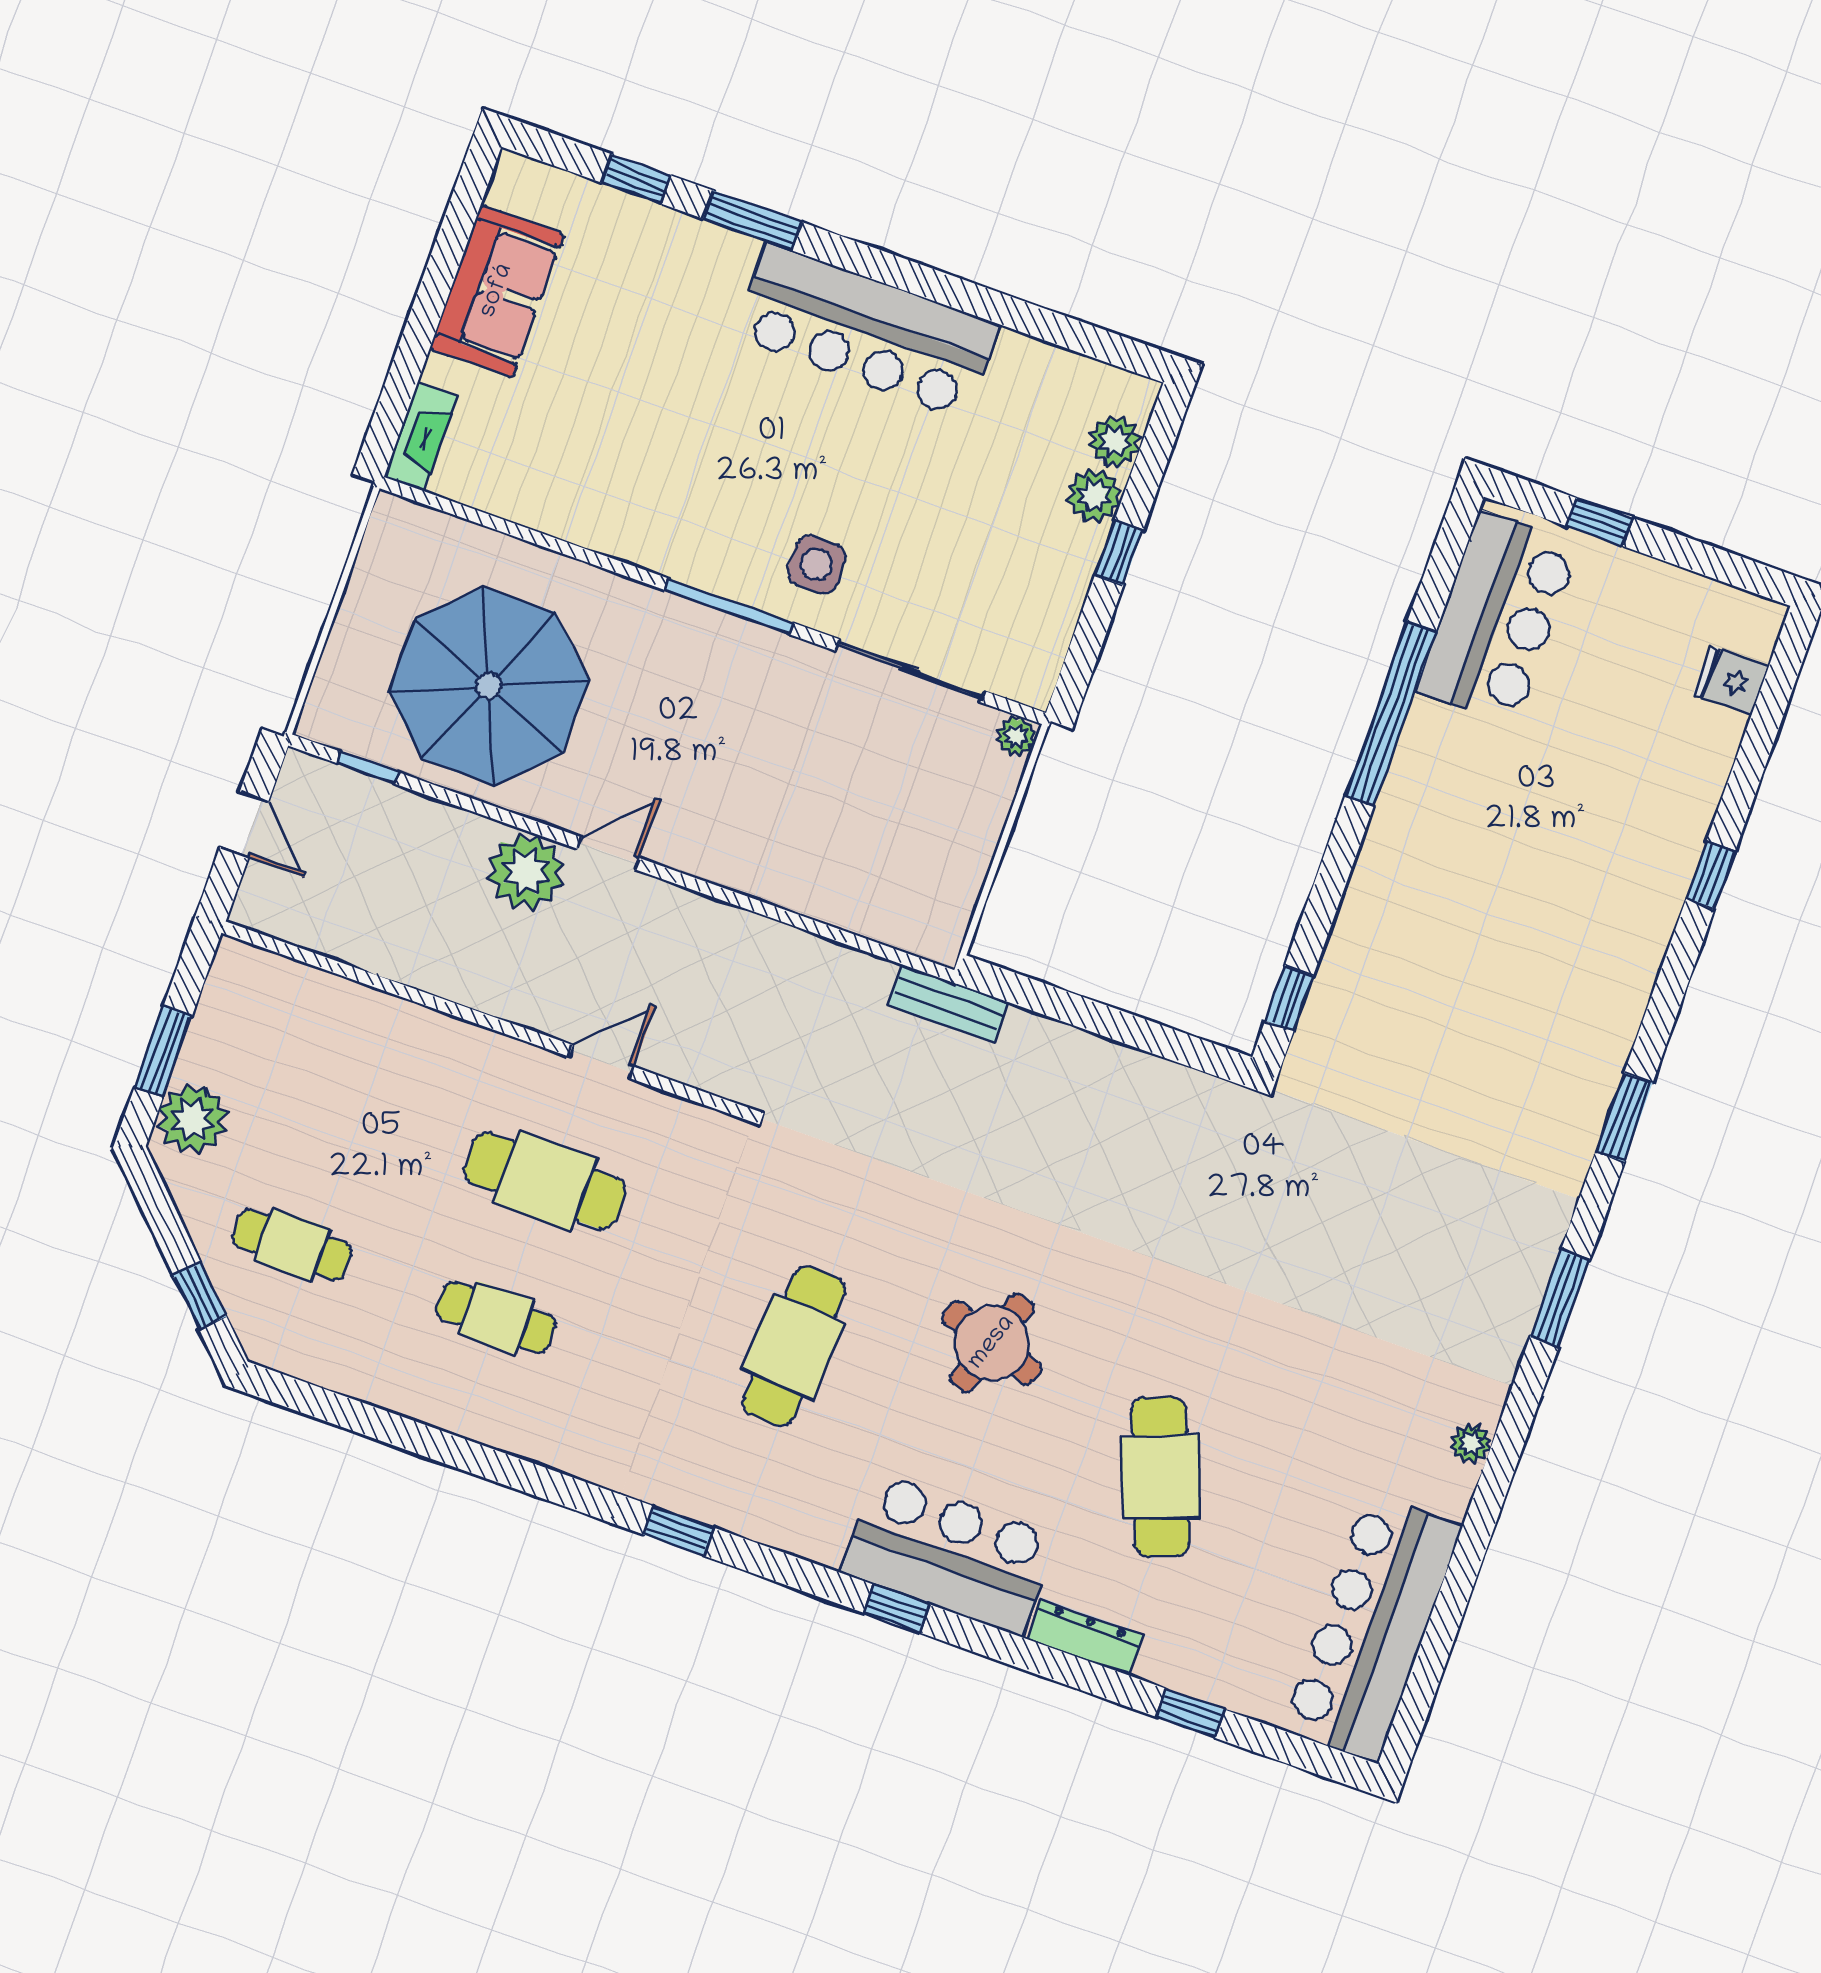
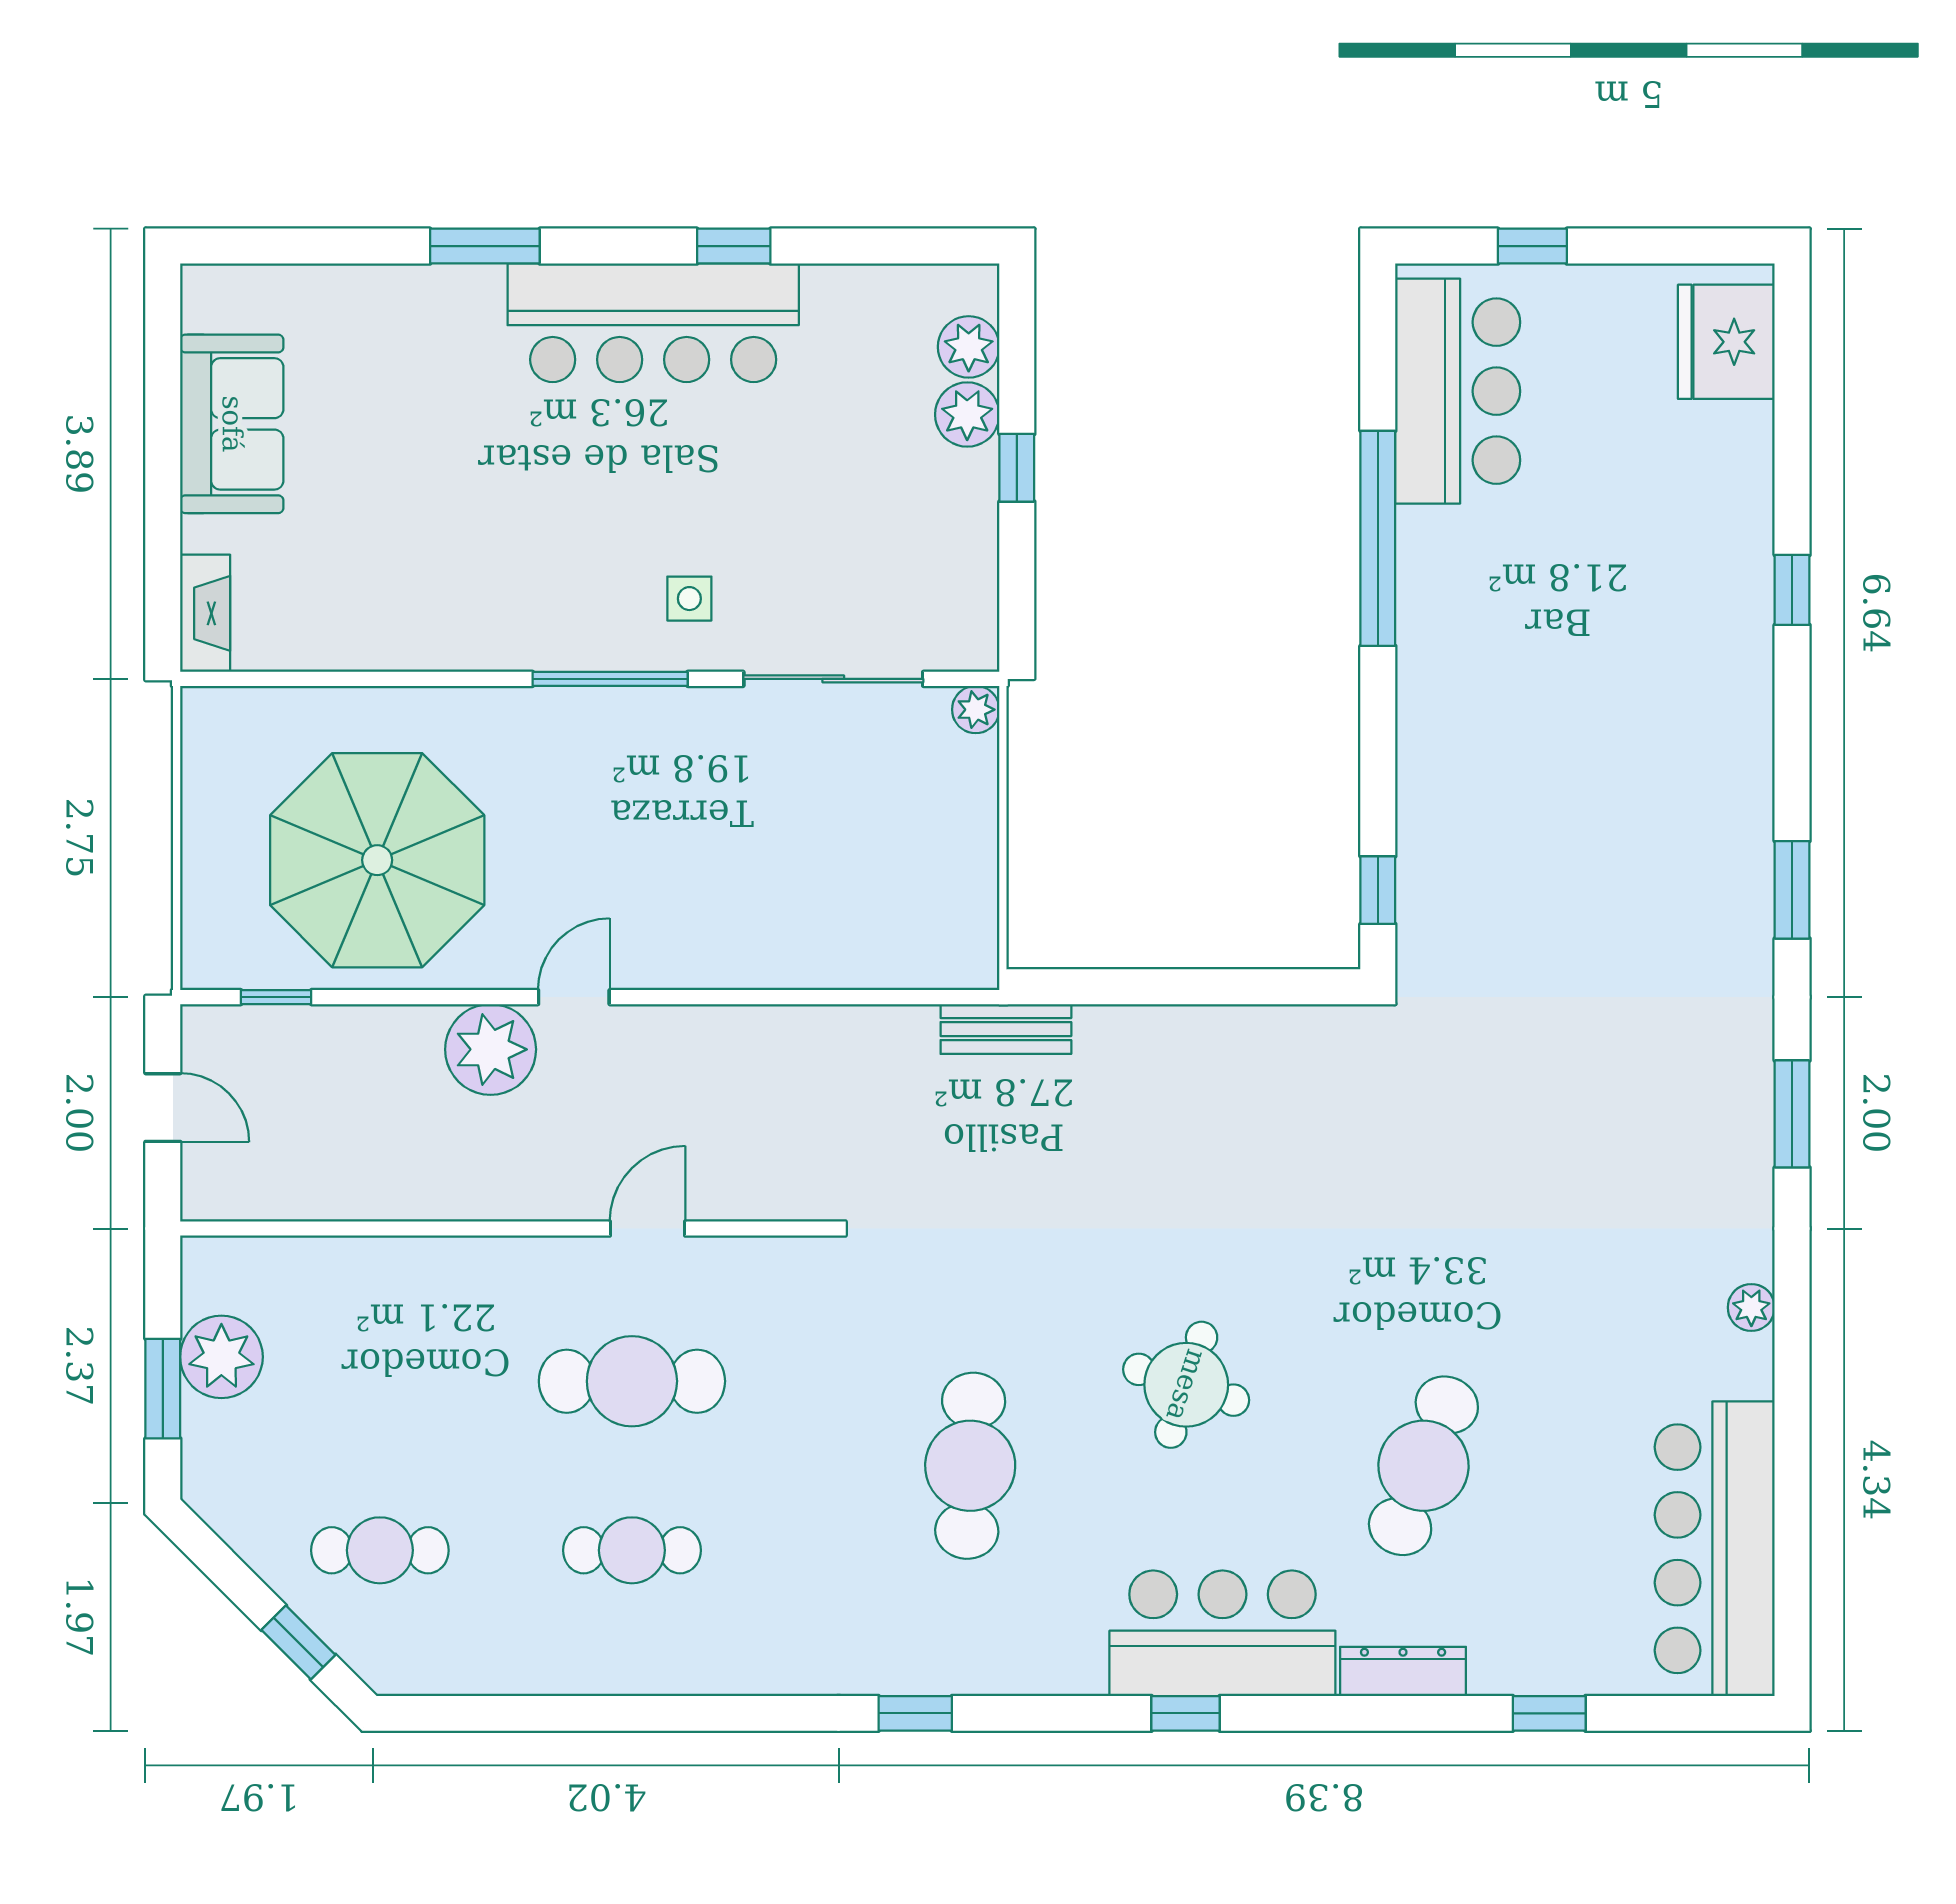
window: (636, 179) -> (734, 246), moved
side table: (817, 564) -> (689, 599), width x0.73, depth x0.73
fridge: (1731, 680) -> (1726, 342), width x1.88, depth x1.34
plant: (193, 1119) -> (221, 1357), moved
cafe table: (1160, 1477) -> (1423, 1466), turned 42

